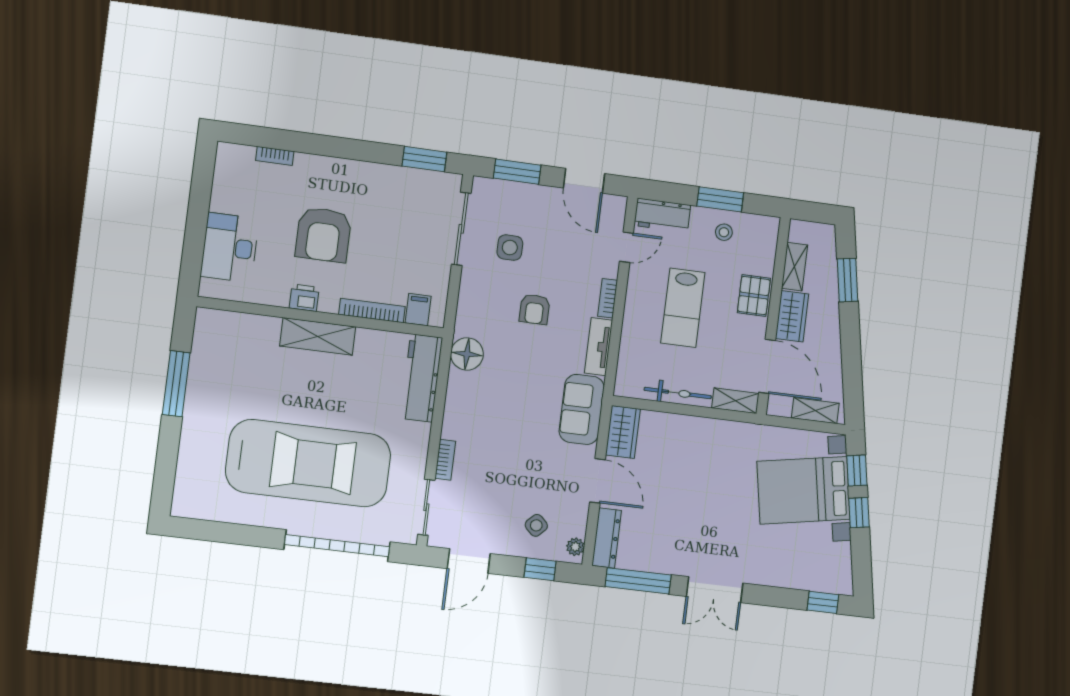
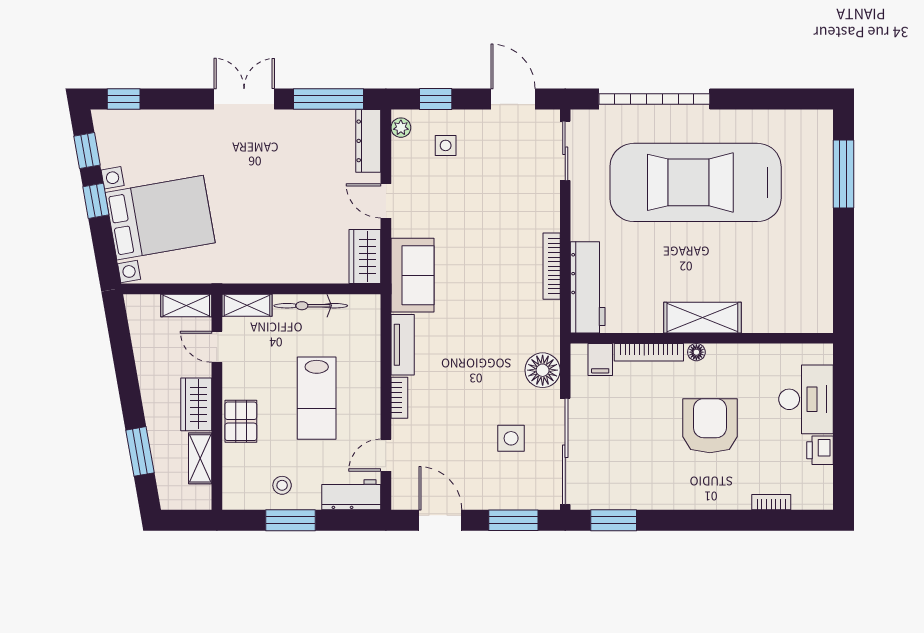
sliding door: (461, 229) -> (565, 451), width x1.36
printer: (304, 298) -> (820, 450), moved, turned 90
floor lamp: (327, 305) -> (696, 352), added
lab bench: (683, 308) -> (317, 398), turned 180
armchair: (534, 309) -> (476, 376), removed
floor lamp: (467, 354) -> (543, 370), moved
door: (767, 366) -> (217, 347), width x0.53
window: (176, 384) -> (843, 174), moved
shelving: (815, 411) -> (186, 305), moved
bookcase: (445, 460) -> (552, 266), moved, width x1.56
window: (857, 470) -> (87, 151), moved
door: (597, 481) -> (386, 201), width x0.73
side table: (536, 525) -> (446, 145), turned 45
door: (469, 561) -> (513, 99), hinge flipped

